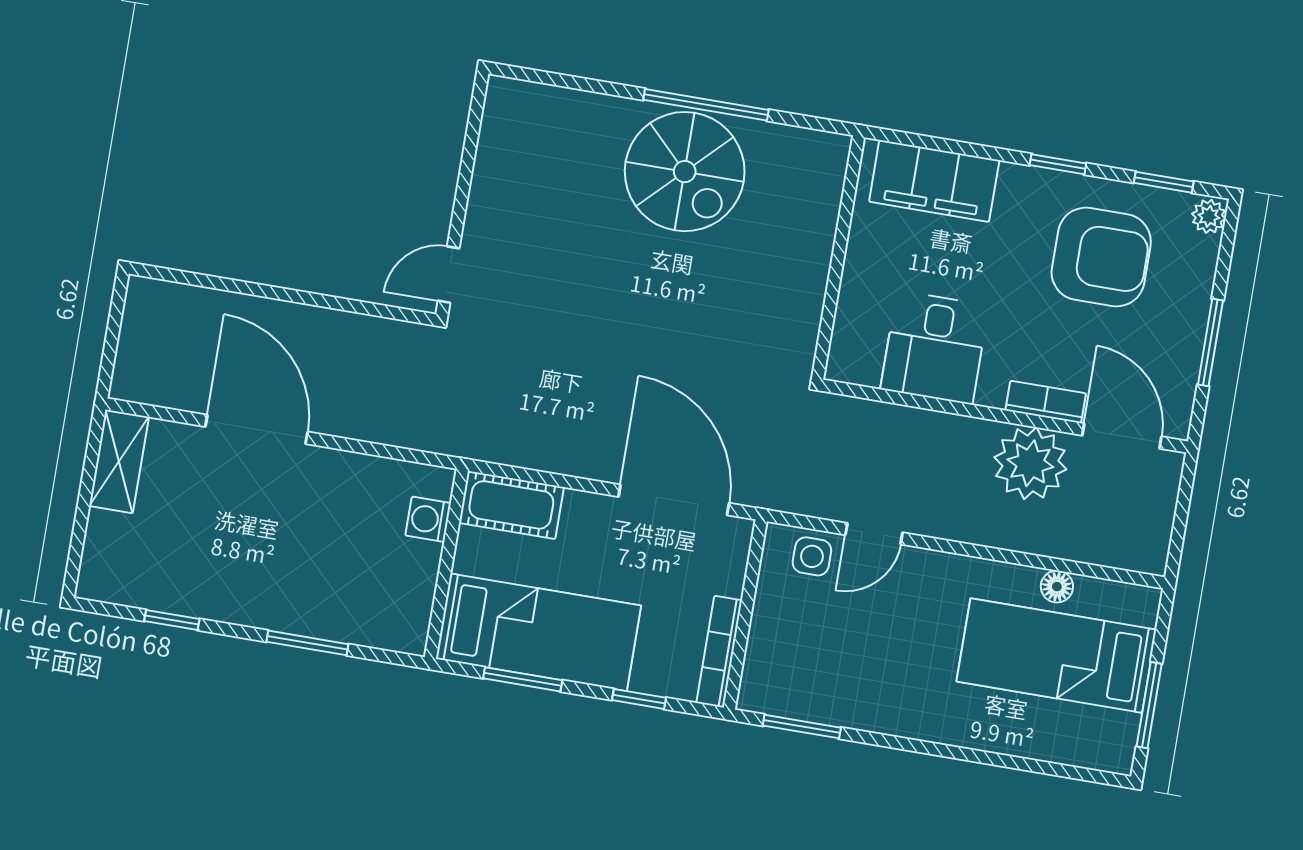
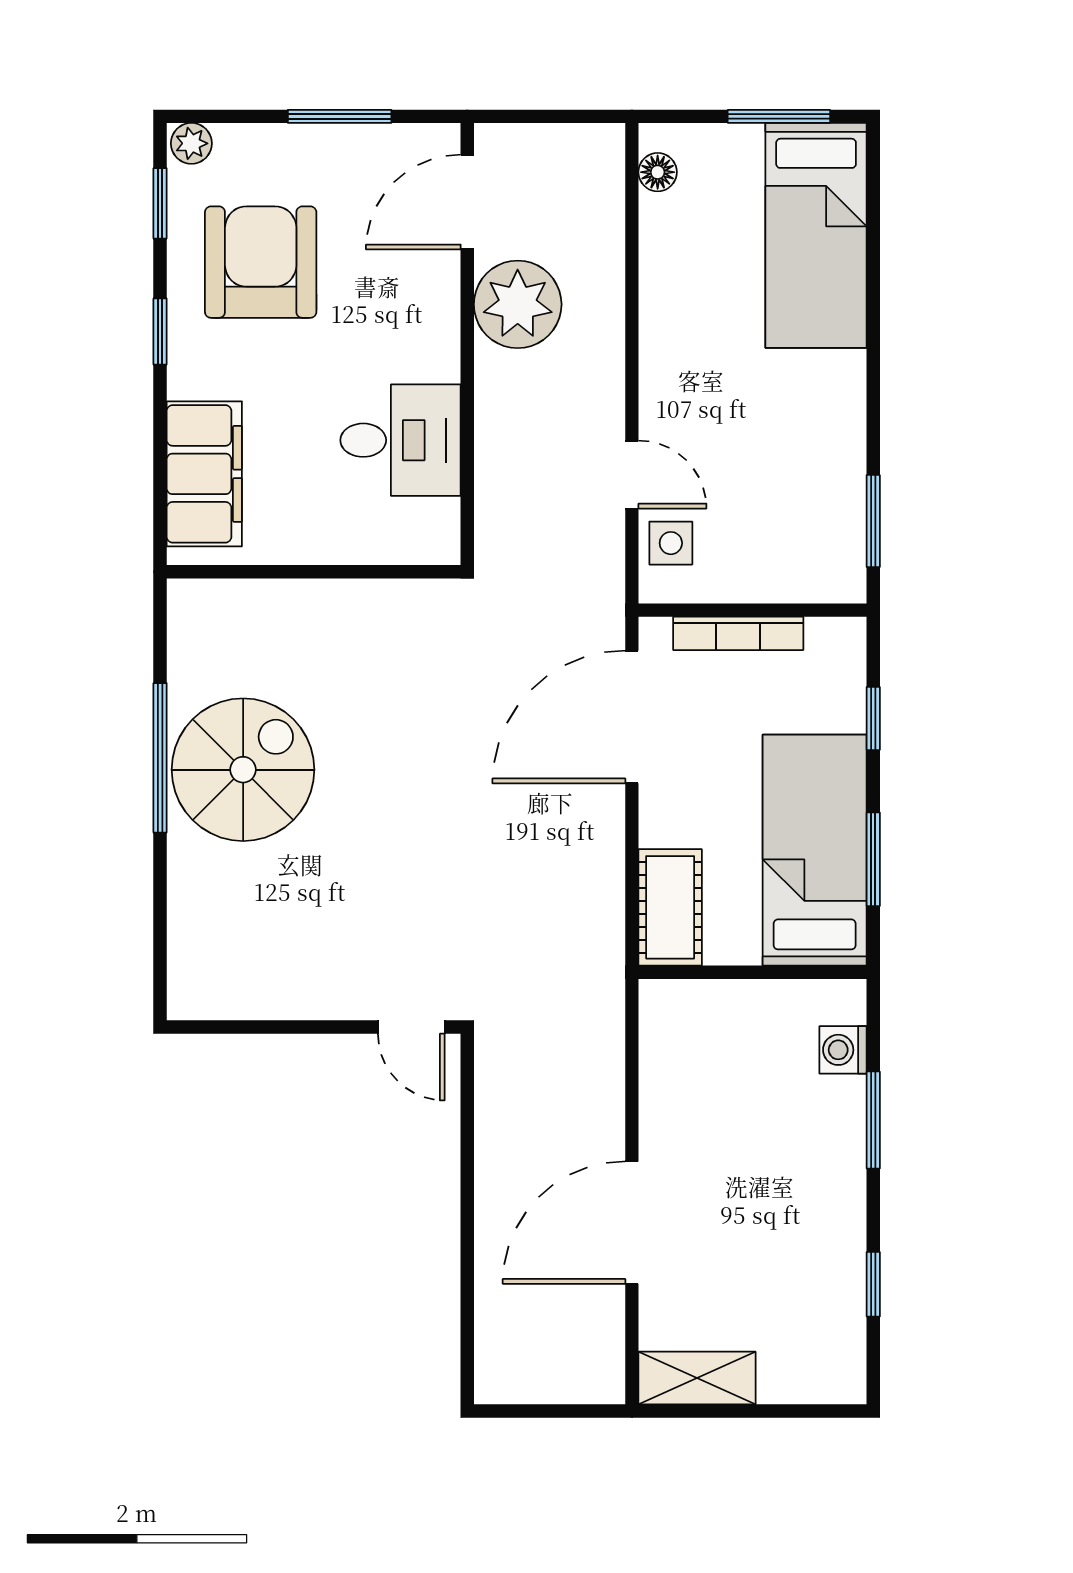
bookcase: (1046, 402) -> (442, 299), removed
washing machine: (428, 519) -> (843, 1050), moved, turned 90
floor lamp: (1057, 587) -> (658, 172), moved
bookcase: (719, 652) -> (738, 633), moved
bed: (1056, 656) -> (816, 235), moved

